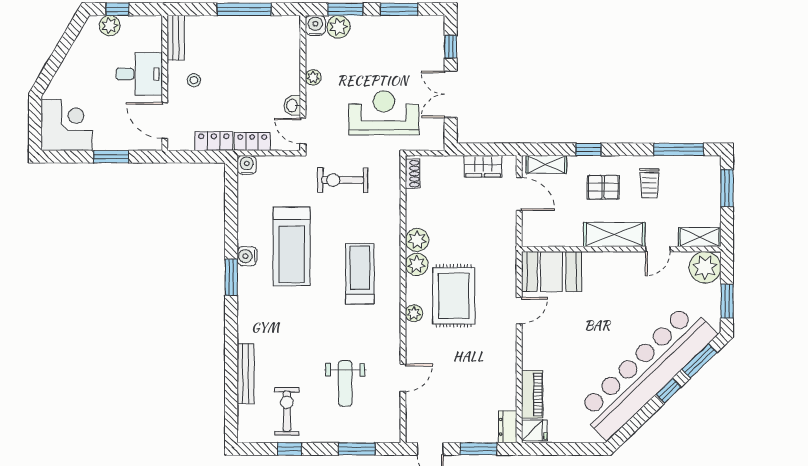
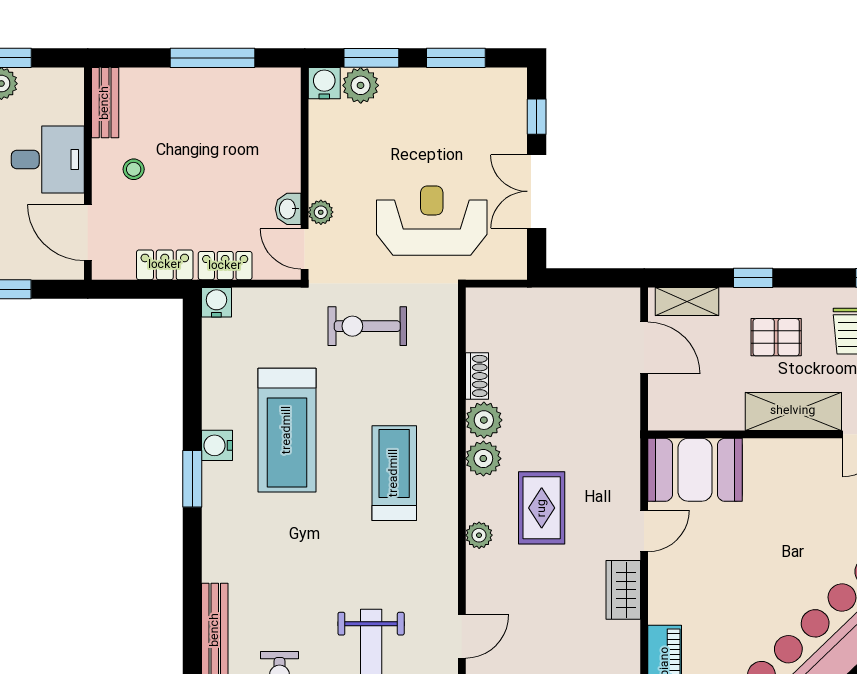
plant: (313, 77) -> (321, 212), moved
wardrobe: (483, 166) -> (623, 590), moved, turned 90
shoe rack: (413, 174) -> (477, 376), moved
rug: (454, 296) -> (542, 508), width x0.73, depth x0.70

